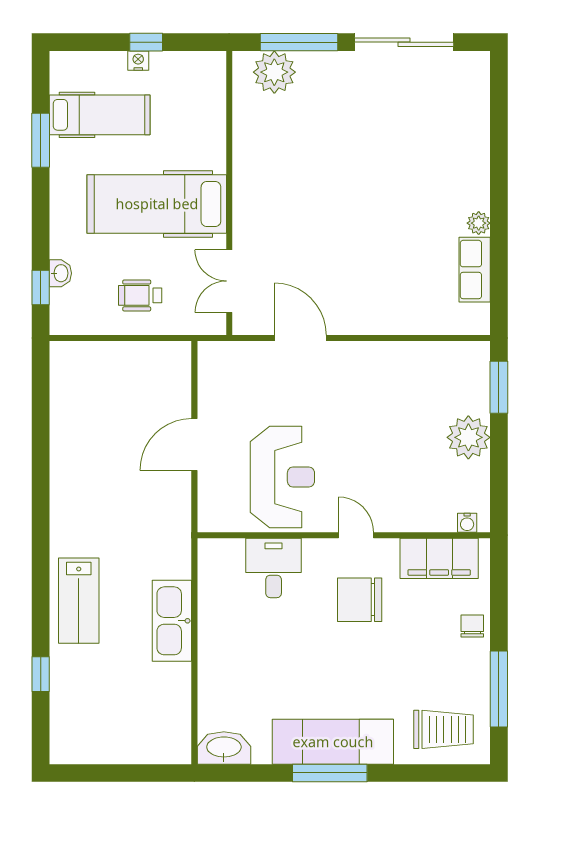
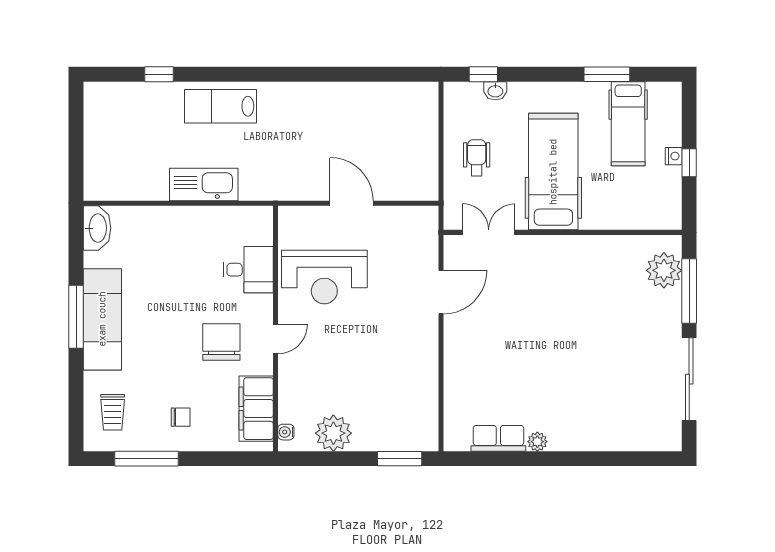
plant: (468, 437) -> (333, 433), moved
chair: (472, 626) -> (181, 417), moved
trolley: (443, 729) -> (113, 412), width x0.73, depth x0.72

